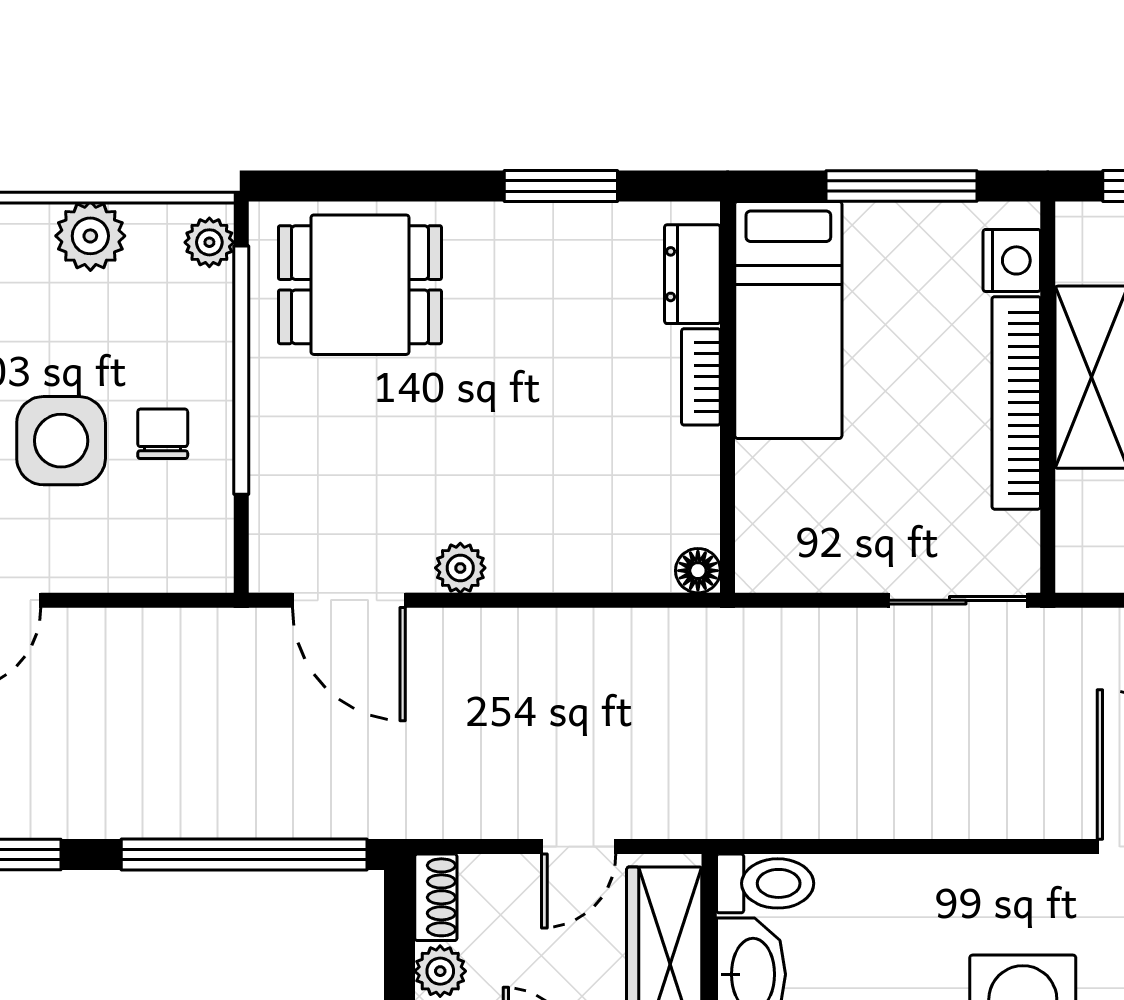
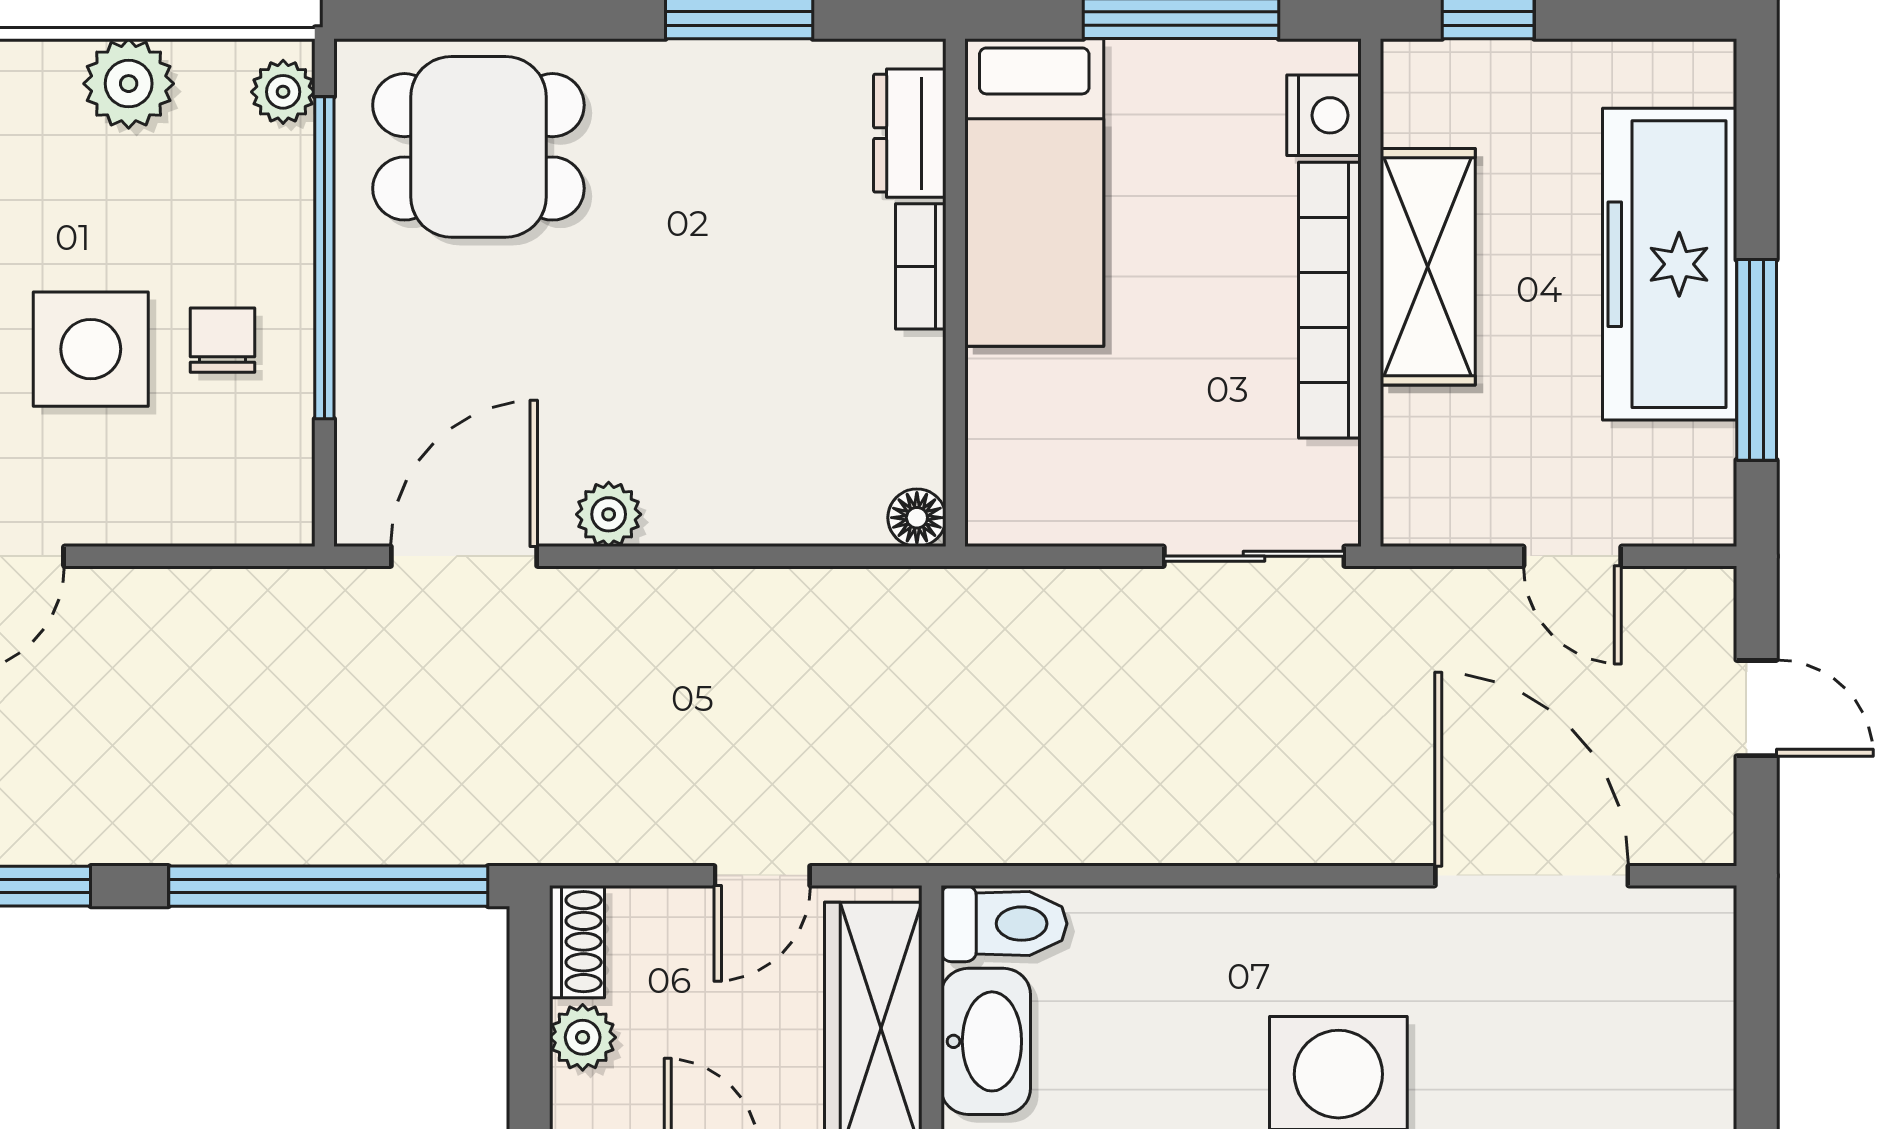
door: (349, 600) -> (464, 556), swing flipped

